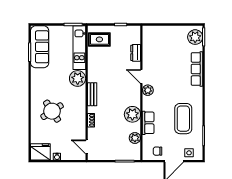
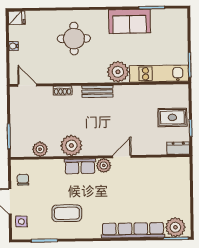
rug: (99, 39) -> (172, 117), moved, turned 90
sofa: (40, 47) -> (129, 21), moved, width x0.73
dresser: (136, 53) -> (178, 148), moved
row of seats: (197, 69) -> (133, 230), width x1.36
round table: (52, 111) -> (74, 39), turned 33
coffee table: (183, 119) -> (67, 213), width x0.73, depth x0.76
row of seats: (148, 123) -> (80, 166), moved
door: (87, 147) -> (27, 85), hinge flipped
fridge: (40, 152) -> (17, 18), width x0.53, depth x0.75

